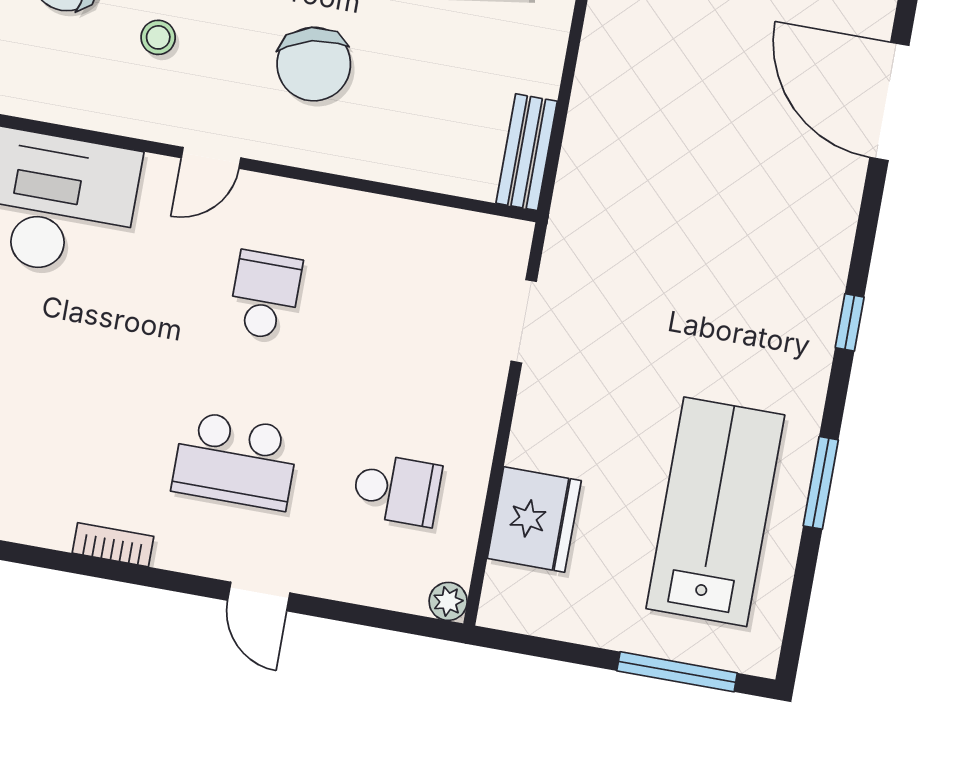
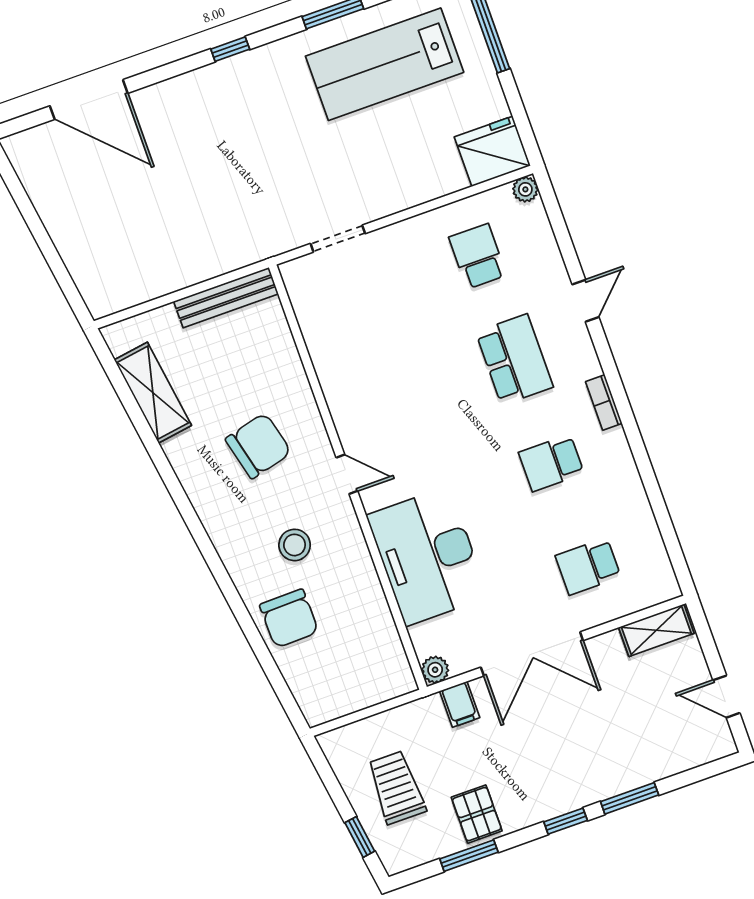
stool: (158, 37) -> (295, 545), width x1.37, depth x1.37
door: (889, 101) -> (89, 100), hinge flipped
bench: (527, 152) -> (226, 298), width x1.36
school desk: (265, 295) -> (551, 463), moved
fridge: (534, 520) -> (492, 151), moved

